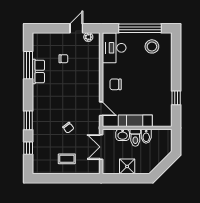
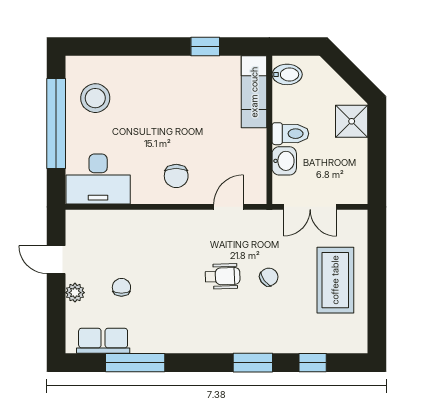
plant: (88, 37) -> (75, 293), moved
row of seats: (38, 71) -> (103, 341), moved
wheelchair: (69, 106) -> (222, 276), added
exam couch: (135, 121) -> (254, 92), moved
bidet: (146, 136) -> (287, 74), moved
coffee table: (67, 159) -> (335, 280), width x1.86, depth x1.72
shower: (127, 166) -> (352, 121), moved

